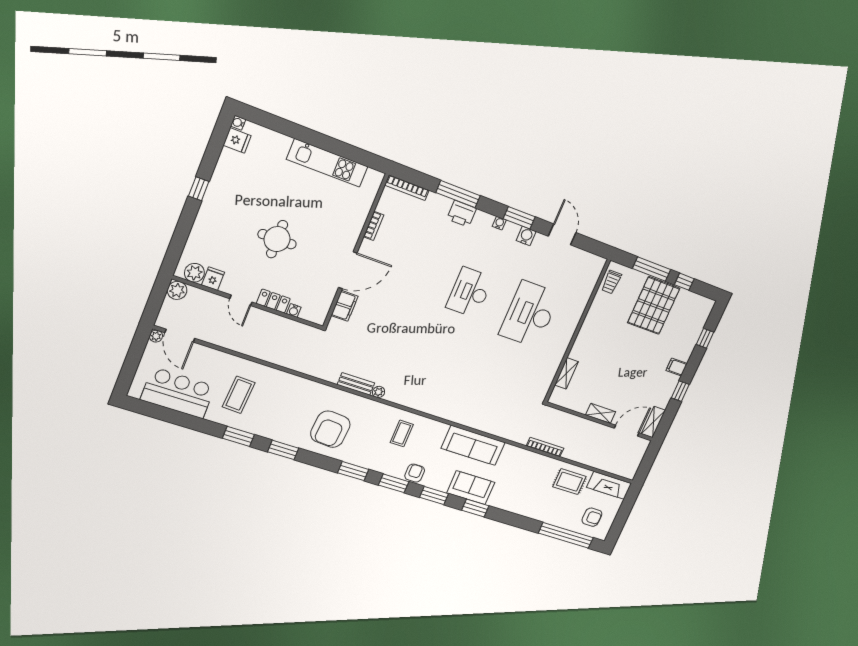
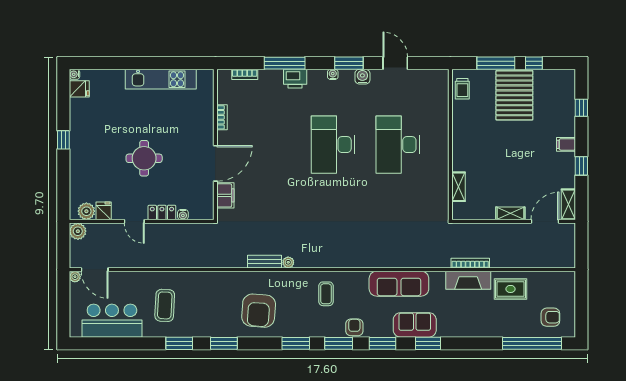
bookcase: (407, 188) -> (245, 74), width x0.64
desk: (470, 292) -> (333, 145), width x1.36, depth x1.30
fireplace: (609, 485) -> (468, 280), moved

